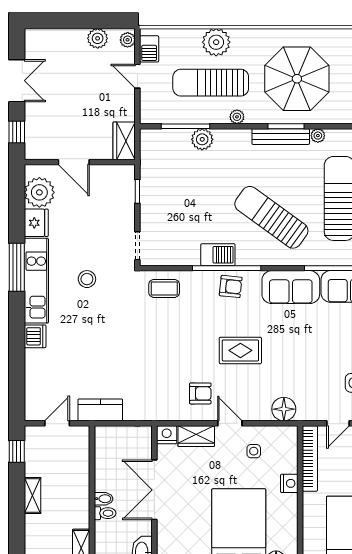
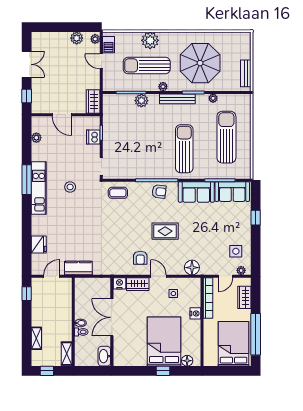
bench: (281, 137) -> (177, 99), moved
plant: (39, 192) -> (36, 138), width x0.53, depth x0.53
sun lounger: (271, 217) -> (184, 149), turned 54
fridge: (36, 223) -> (39, 244), moved
barbecue: (218, 255) -> (151, 172), removed
dishwasher: (35, 336) -> (93, 137), moved, turned 180
armchair: (200, 393) -> (140, 258), turned 90
shelving: (32, 495) -> (36, 338), moved

